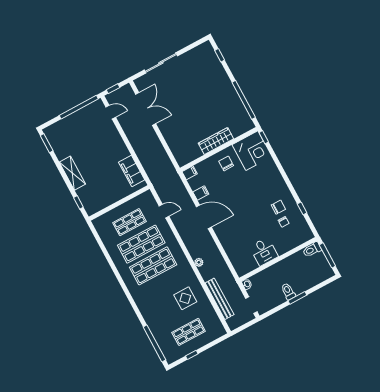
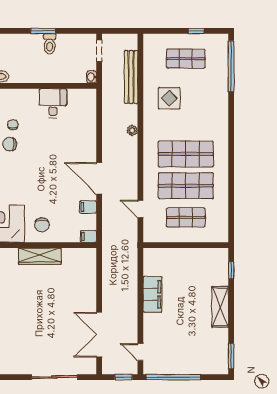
filing cabinet: (132, 171) -> (153, 294), moved

